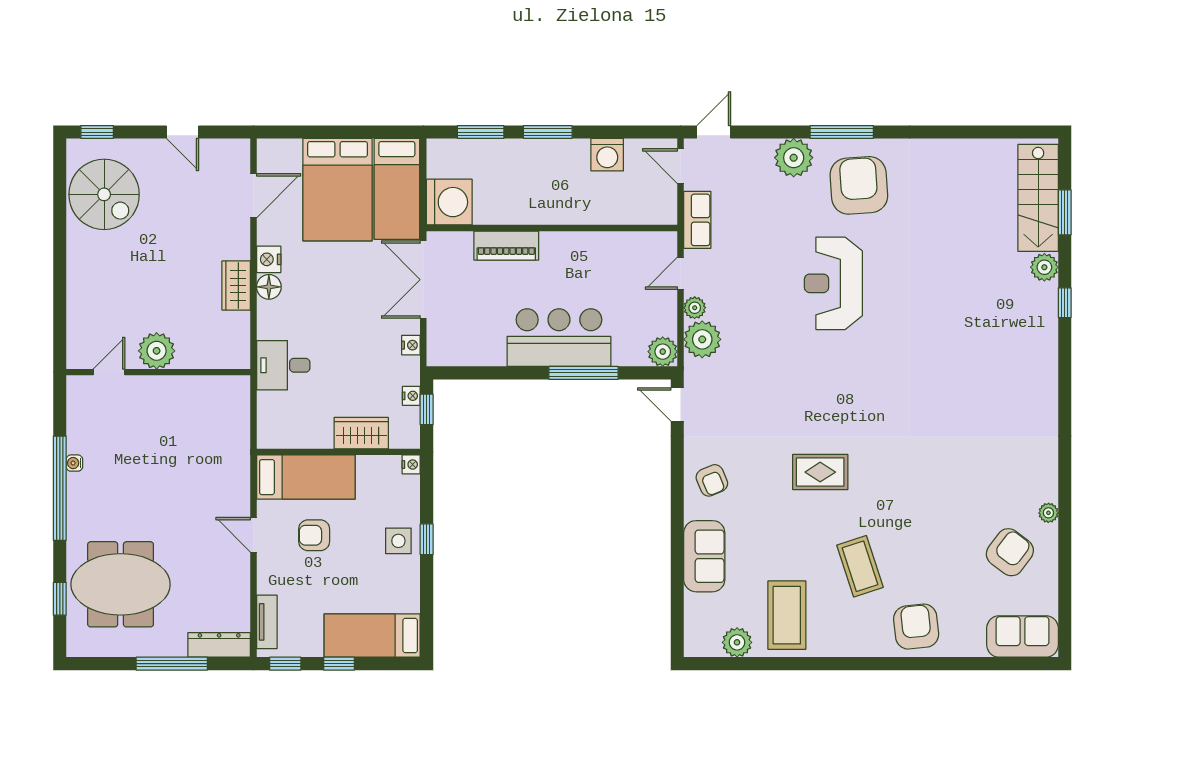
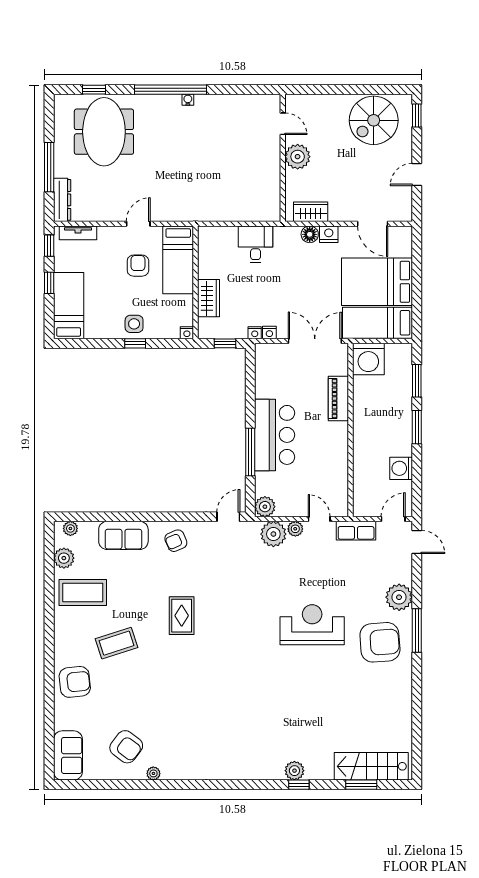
plant: (1044, 267) -> (294, 771), moved
plant: (157, 351) -> (298, 157), moved
door: (109, 372) -> (283, 124), moved
wall: (158, 372) -> (283, 158), moved
nightstand: (411, 396) -> (255, 333), moved
plant: (694, 633) -> (70, 528), added

